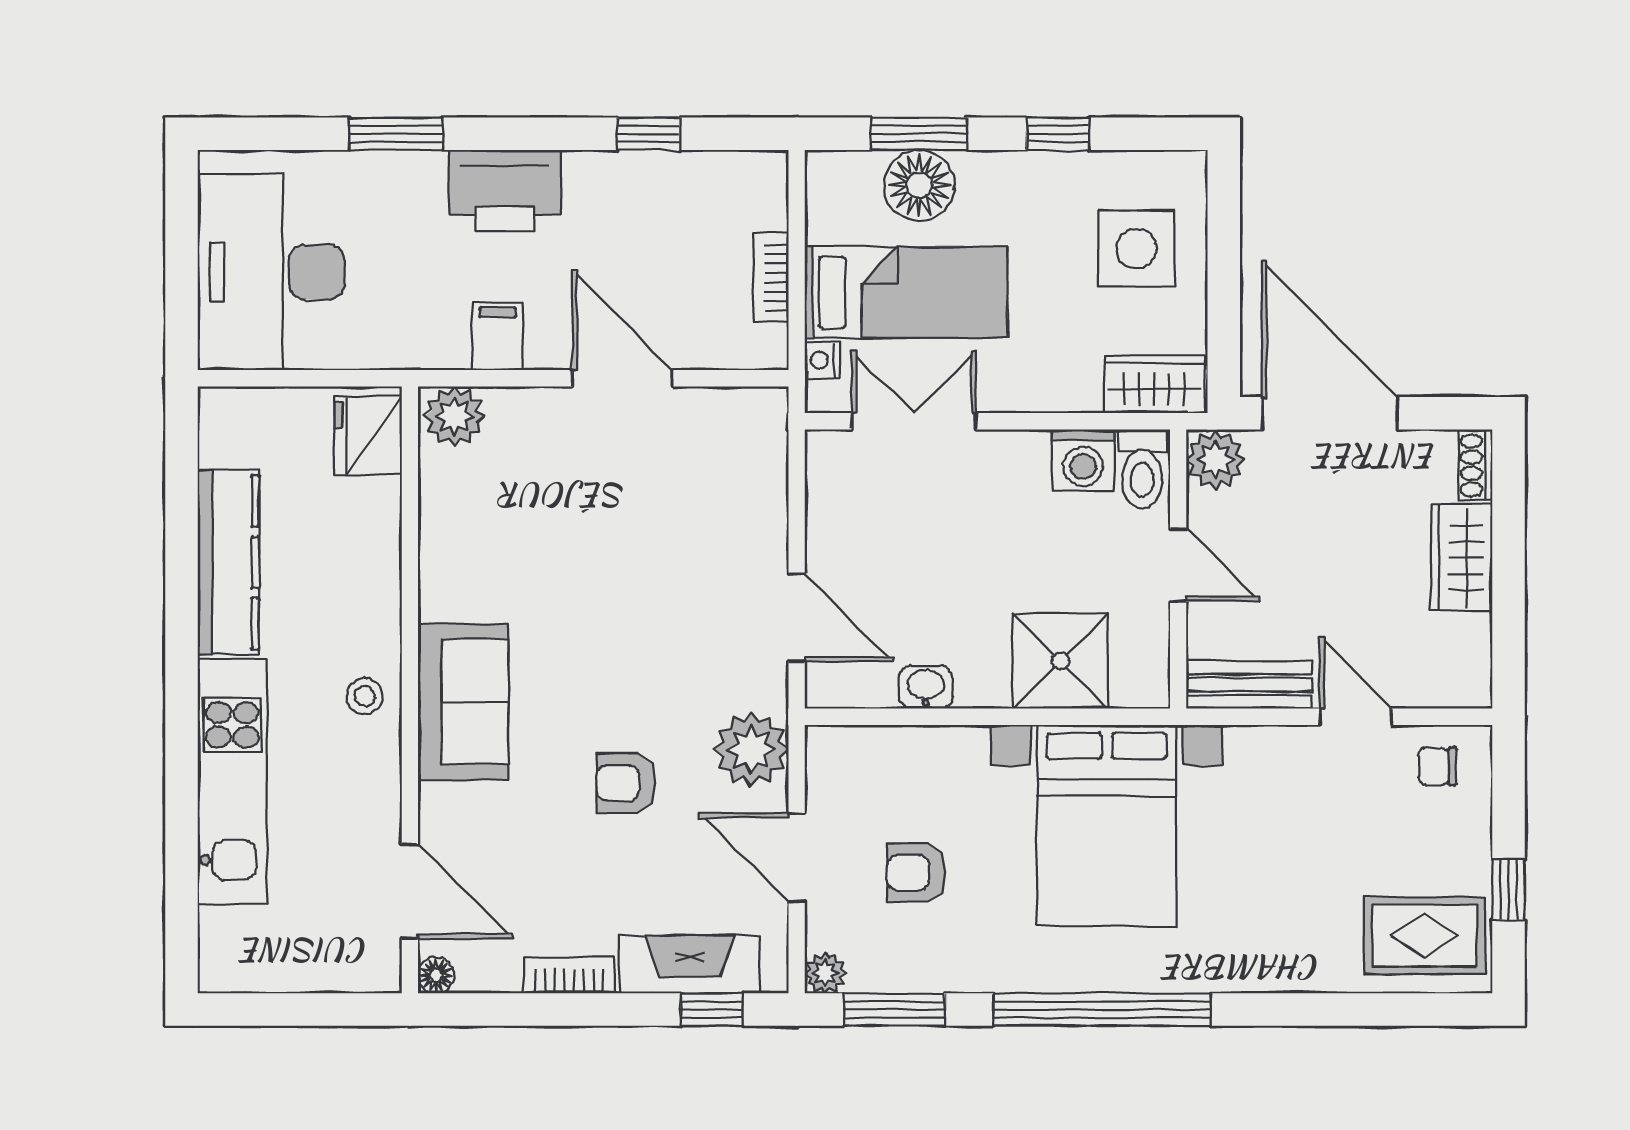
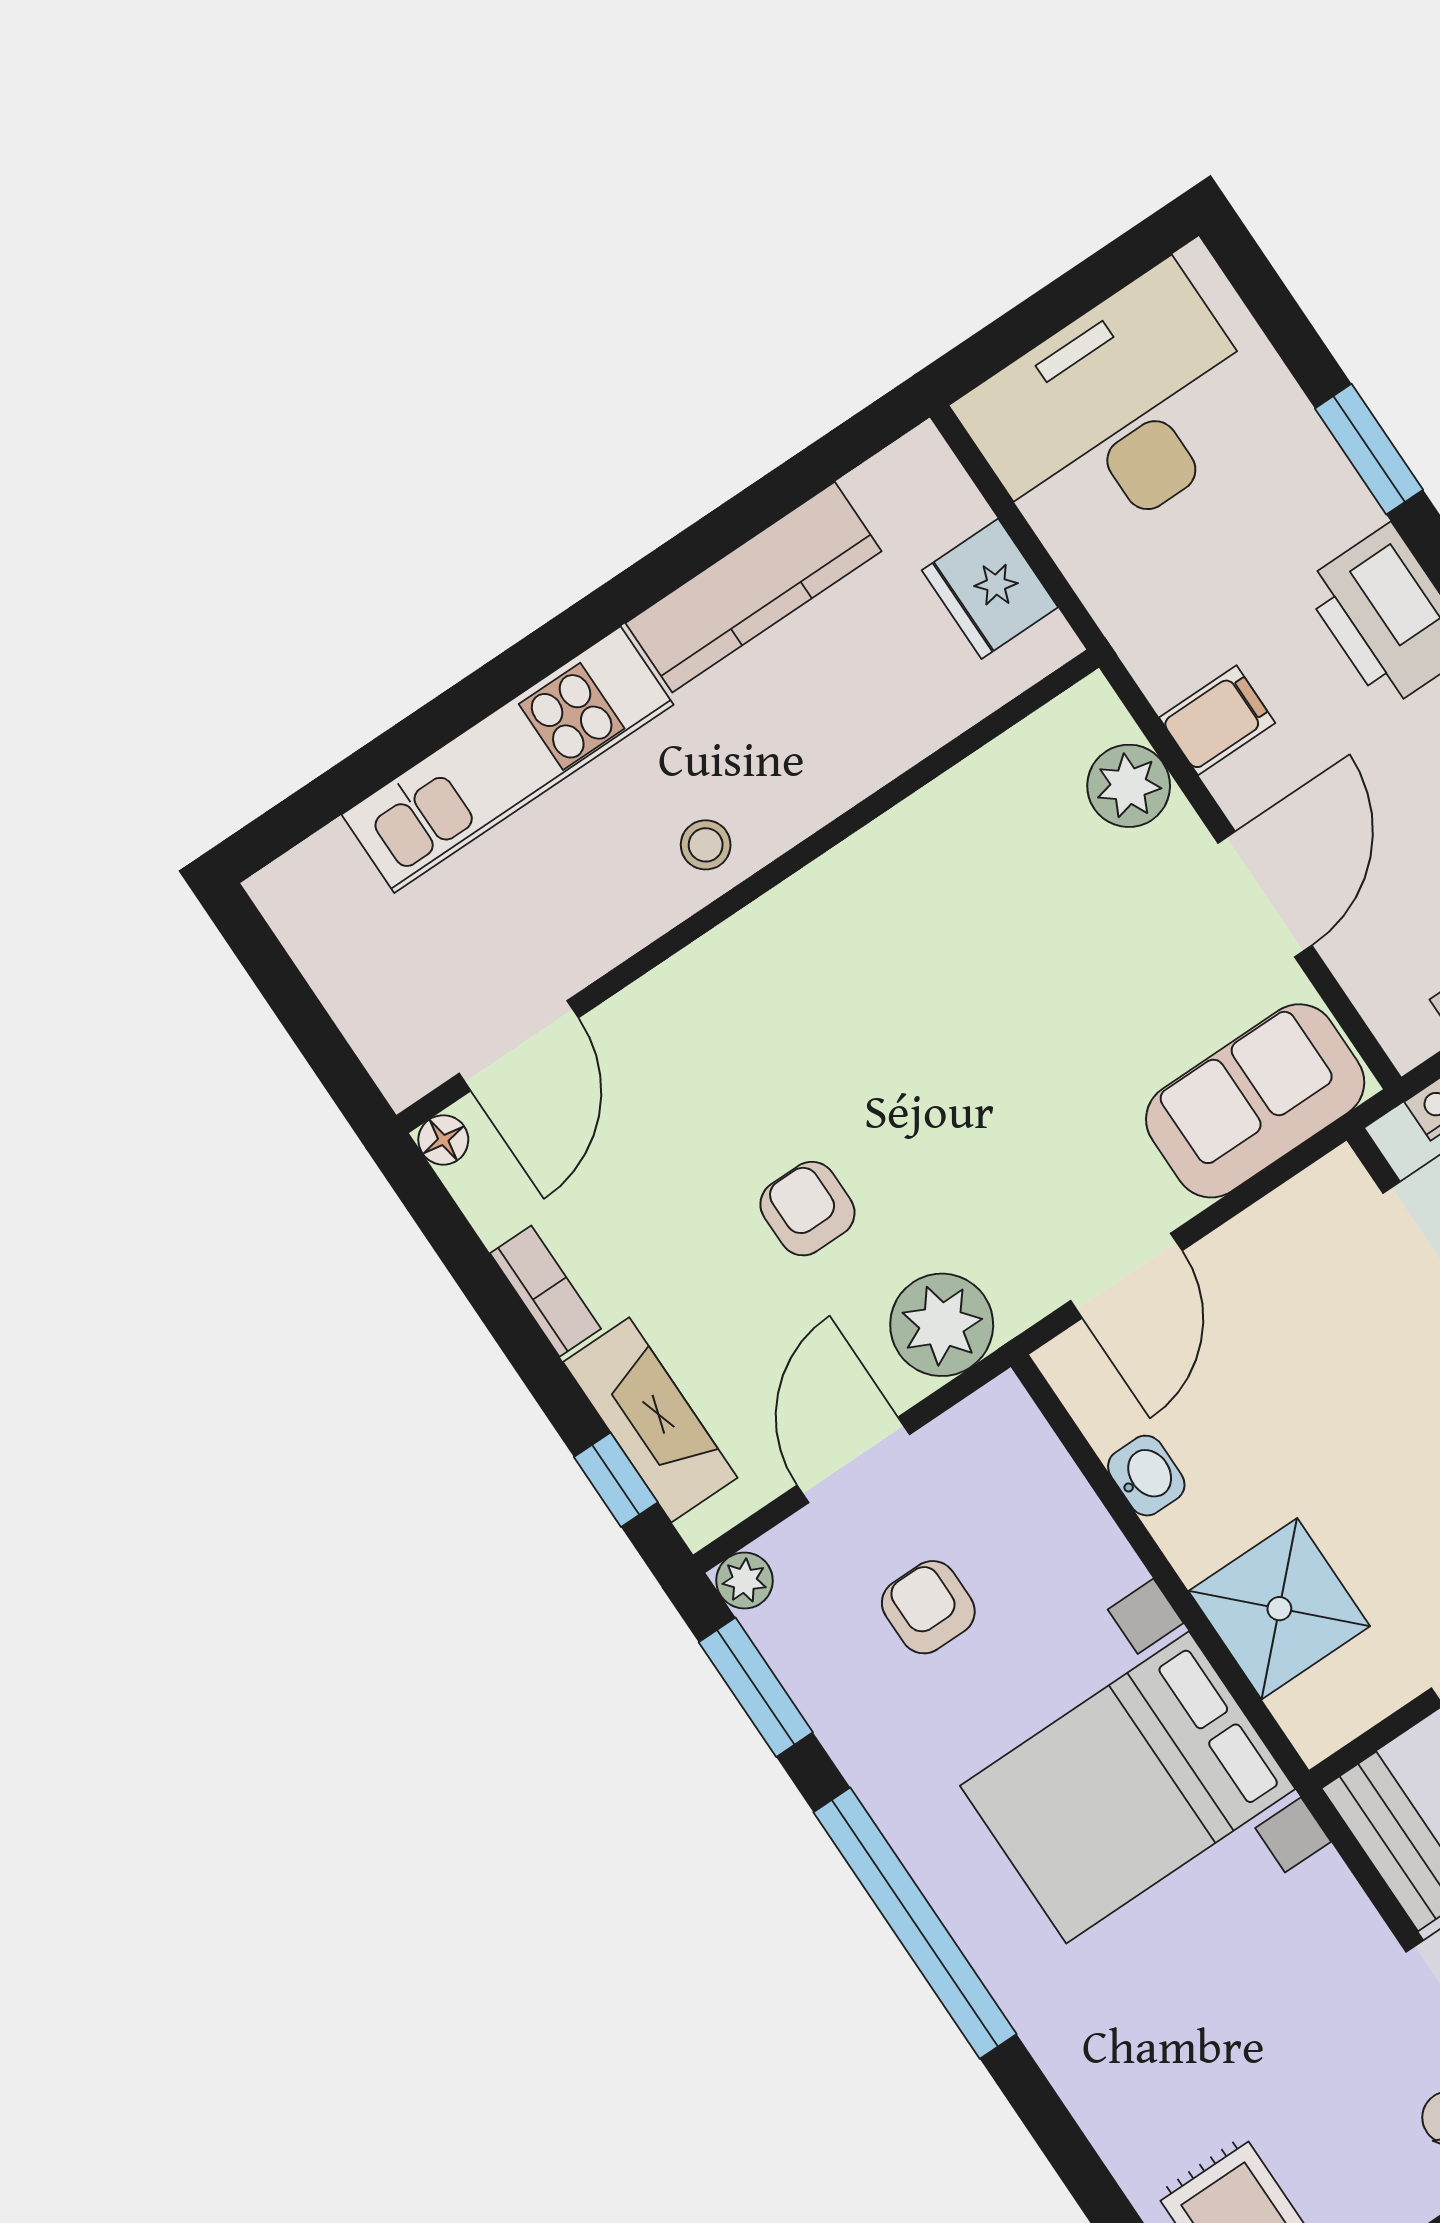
plant: (454, 416) -> (1129, 786), moved
fridge: (368, 436) -> (990, 589), moved, turned -90
sofa: (463, 702) -> (1255, 1101), moved, turned 180

